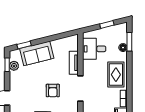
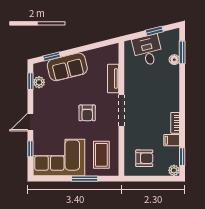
desk: (94, 49) -> (148, 50), moved, turned 76
rug: (116, 75) -> (165, 93), removed

